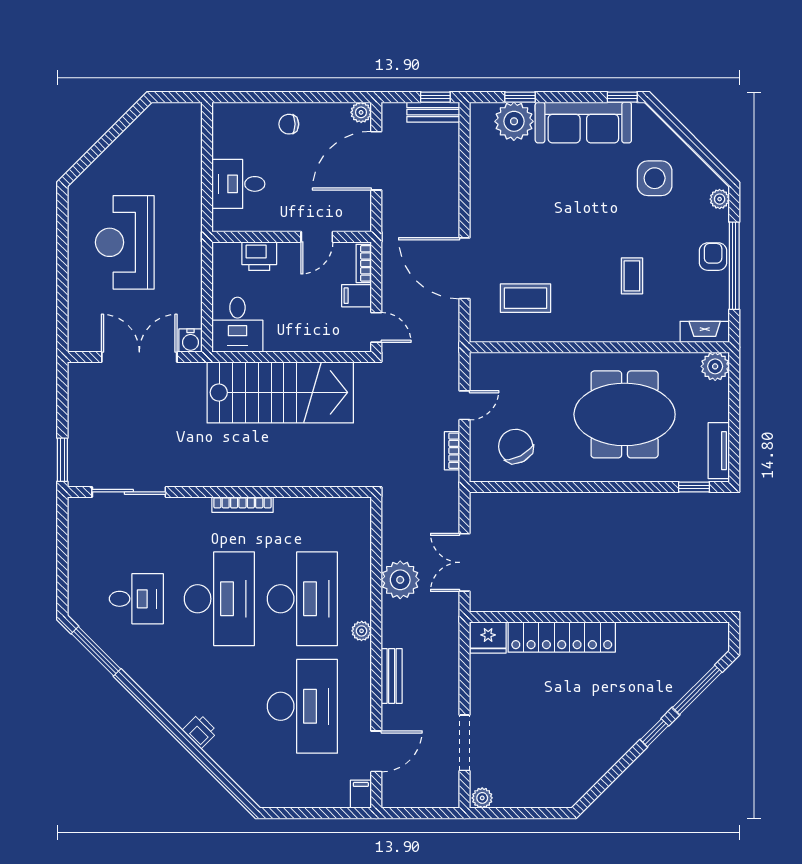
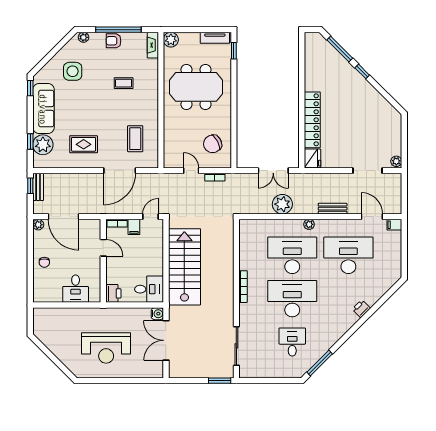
rug: (515, 199) -> (84, 144), added
printer: (259, 256) -> (113, 293), moved
meeting table: (625, 414) -> (196, 87), turned 90

